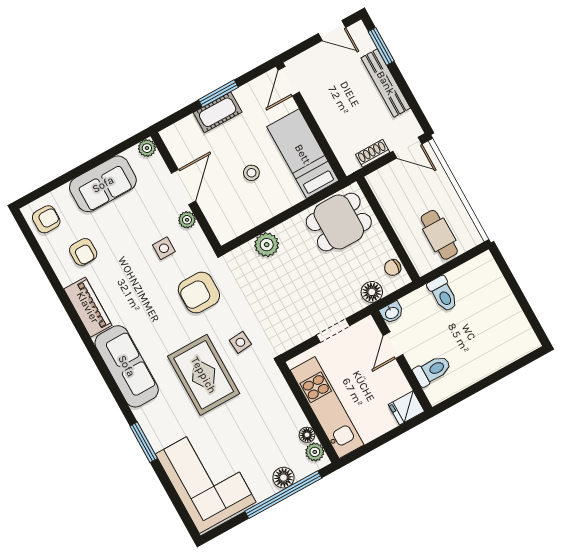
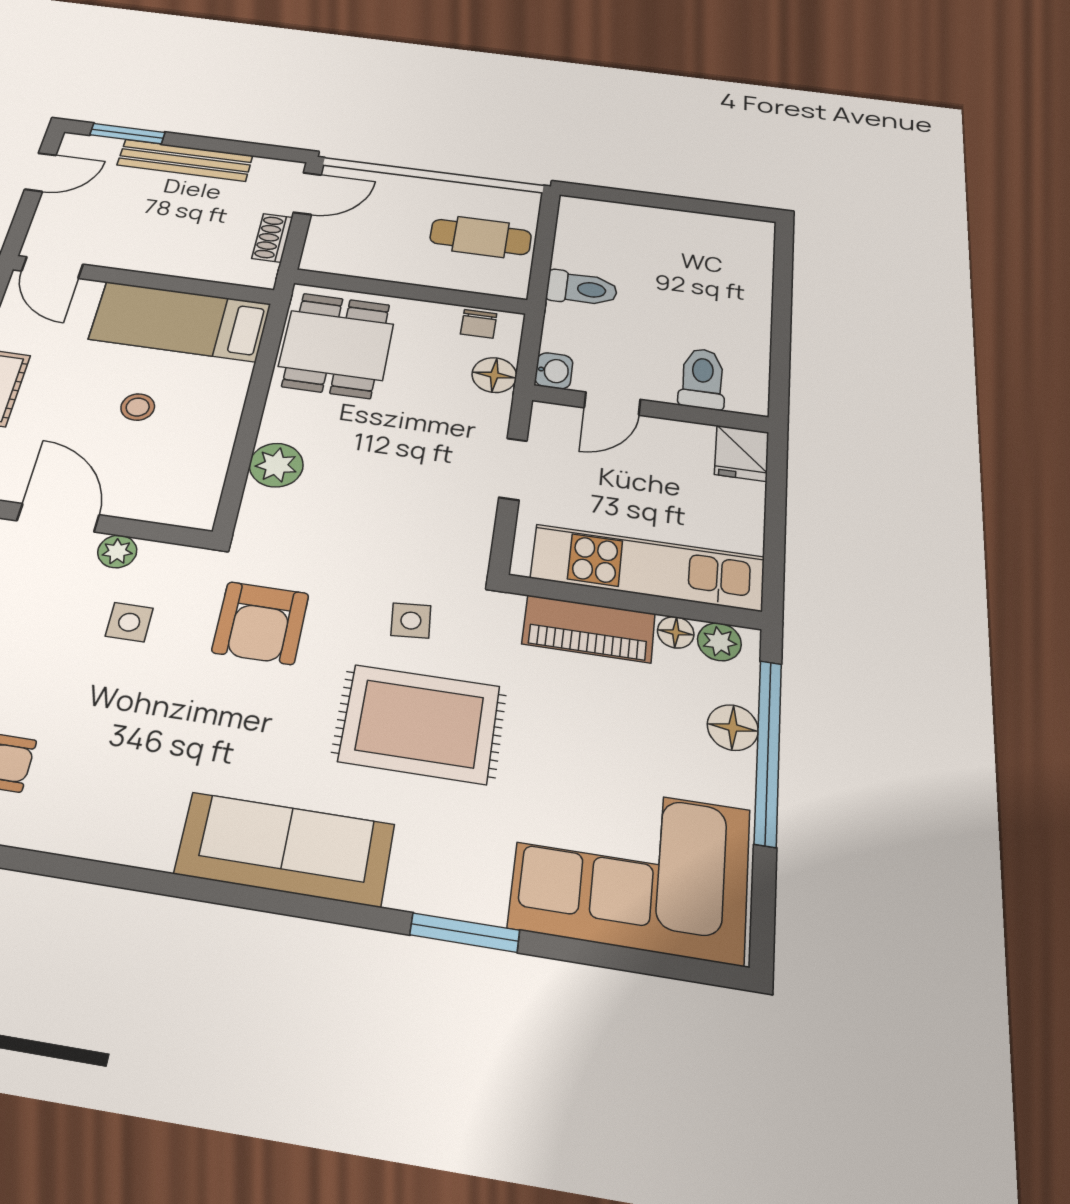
piano: (88, 307) -> (589, 629), moved, turned 180
door: (393, 345) -> (612, 404), hinge flipped

